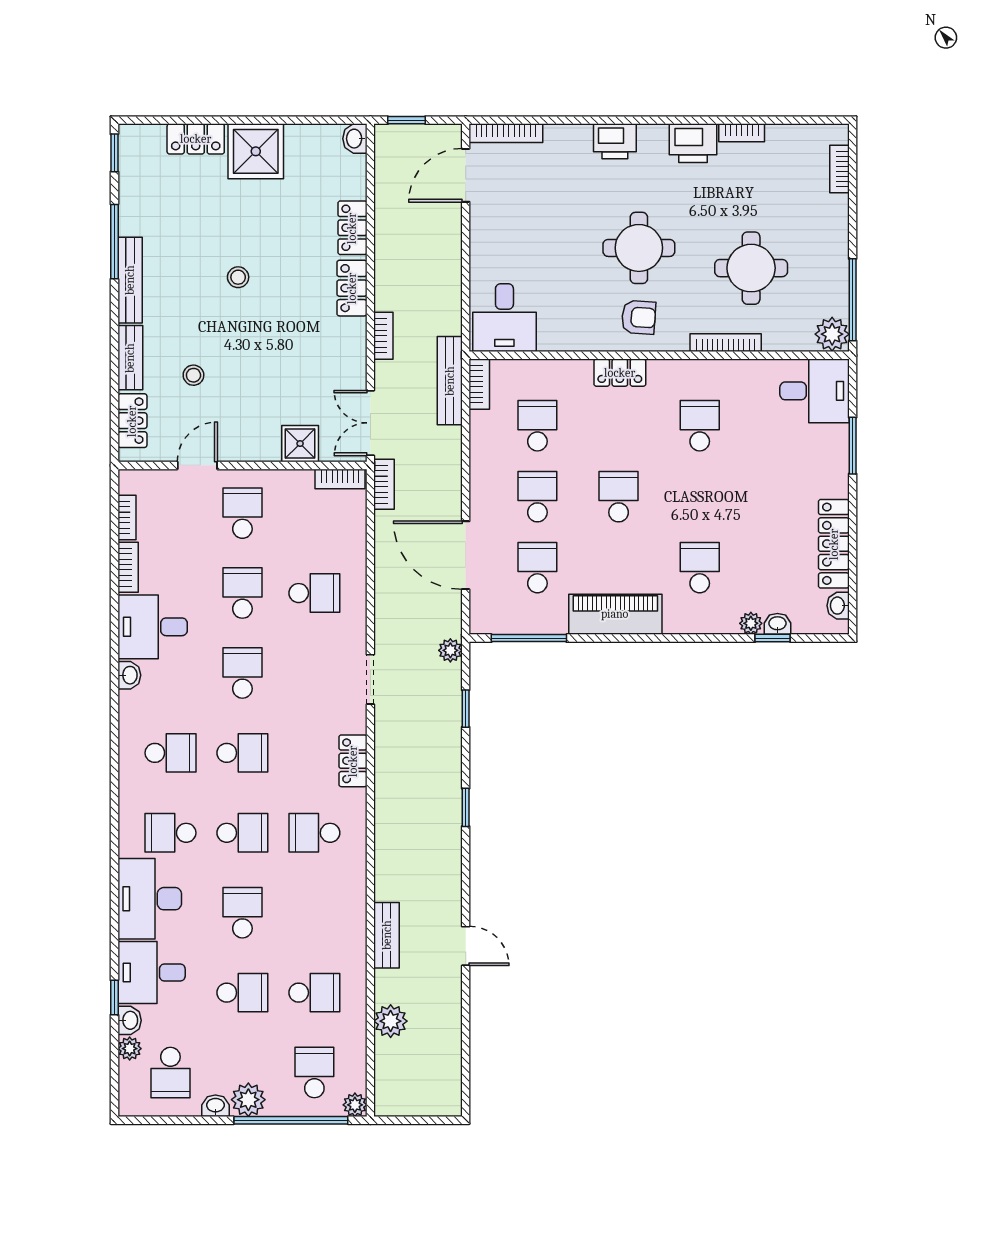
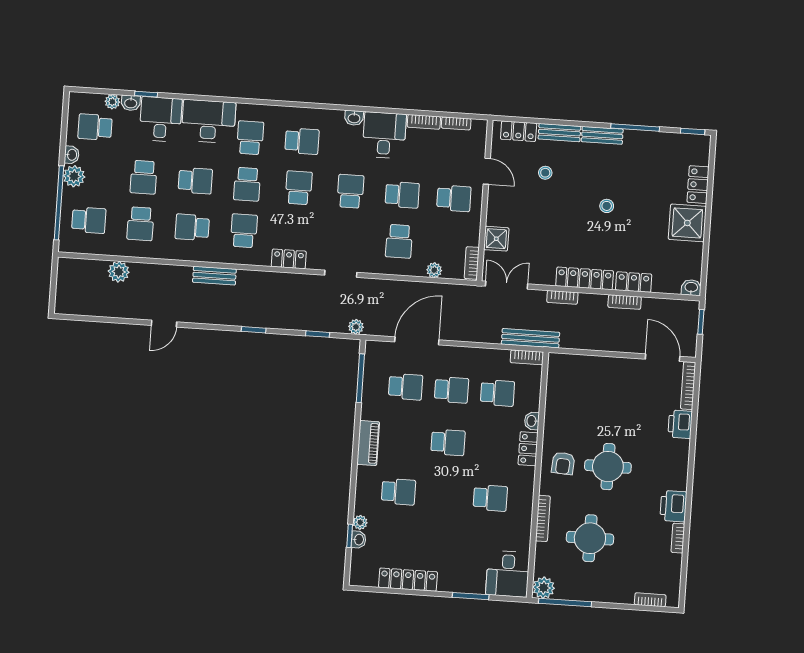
printer: (615, 141) -> (680, 424), moved
bench: (130, 280) -> (602, 135), width x0.73
locker: (352, 288) -> (585, 278), width x1.53
desk: (504, 318) -> (569, 376), removed
bookcase: (384, 484) -> (625, 302), moved
washbasin: (838, 606) -> (532, 421), moved, turned -90
piano: (615, 614) -> (368, 443), width x0.73, depth x0.75
school desk: (242, 673) -> (350, 191), turned -90
school desk: (170, 753) -> (302, 141), turned -90
school desk: (242, 753) -> (299, 188), turned 180
school desk: (314, 913) -> (192, 227), added
bench: (387, 935) -> (214, 276), moved
plant: (355, 1105) -> (434, 270), moved

